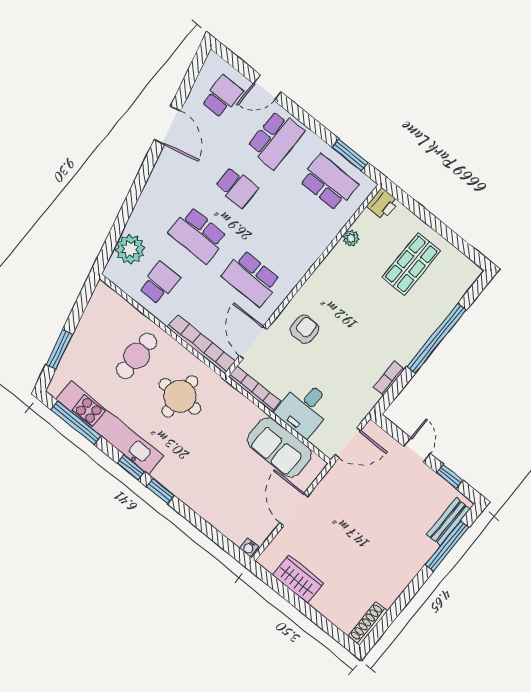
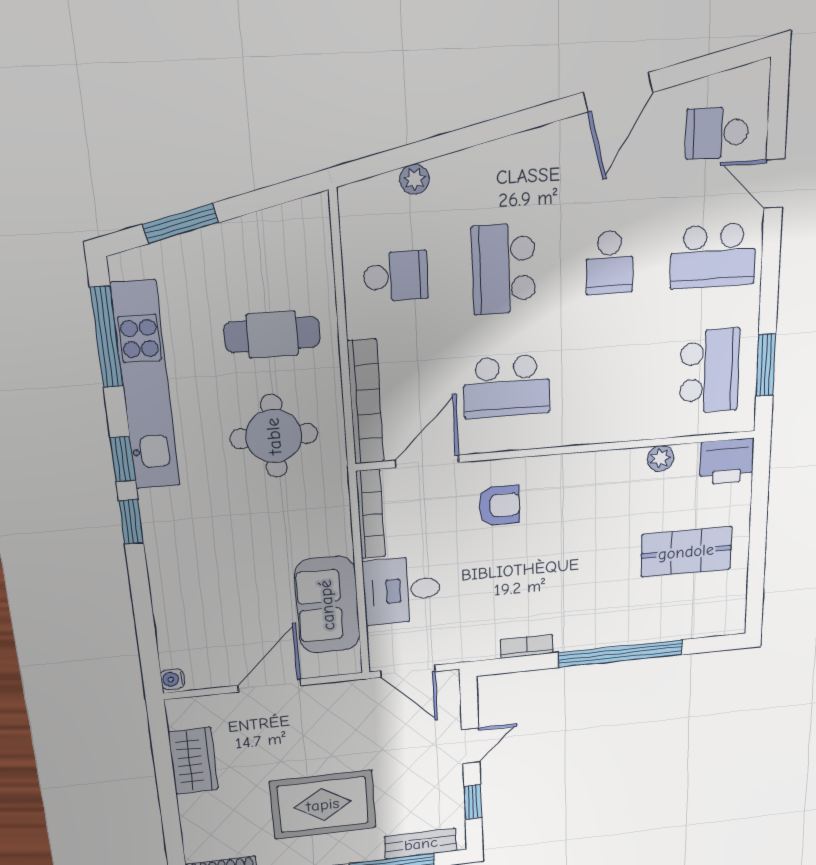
school desk: (222, 96) -> (717, 133), turned 180
printer: (383, 204) -> (727, 461), width x1.36, depth x1.24
plant: (130, 249) -> (414, 179), width x0.53, depth x0.53
school desk: (251, 278) -> (507, 386), turned -90
rug: (380, 545) -> (323, 805), added

